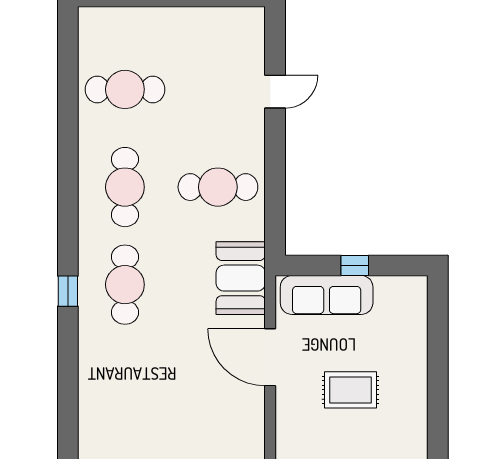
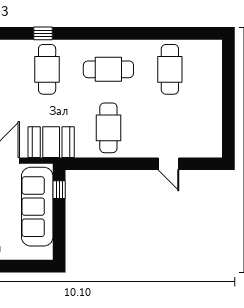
window: (355, 265) -> (59, 190), moved
cafe table: (125, 285) -> (47, 69), turned 90
sofa: (327, 295) -> (37, 207), width x1.36, depth x1.27

